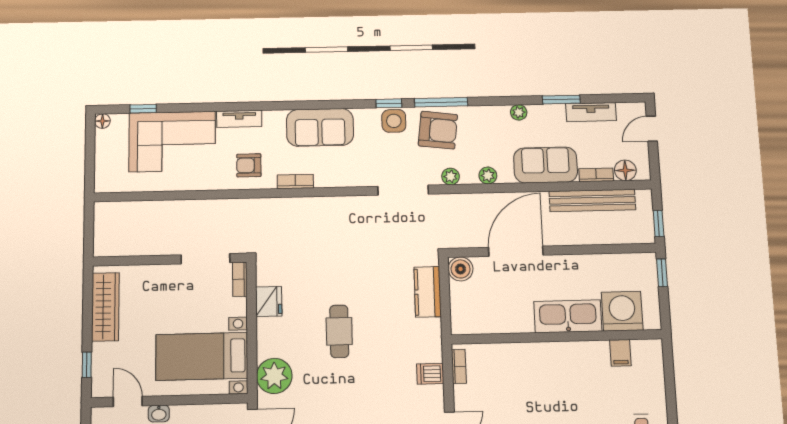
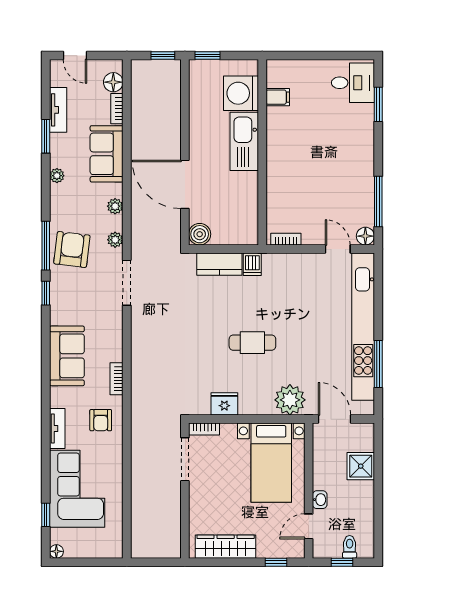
side table: (394, 121) -> (62, 289), removed
bench: (592, 200) -> (140, 114), removed
dishwasher: (430, 374) -> (252, 264), moved

